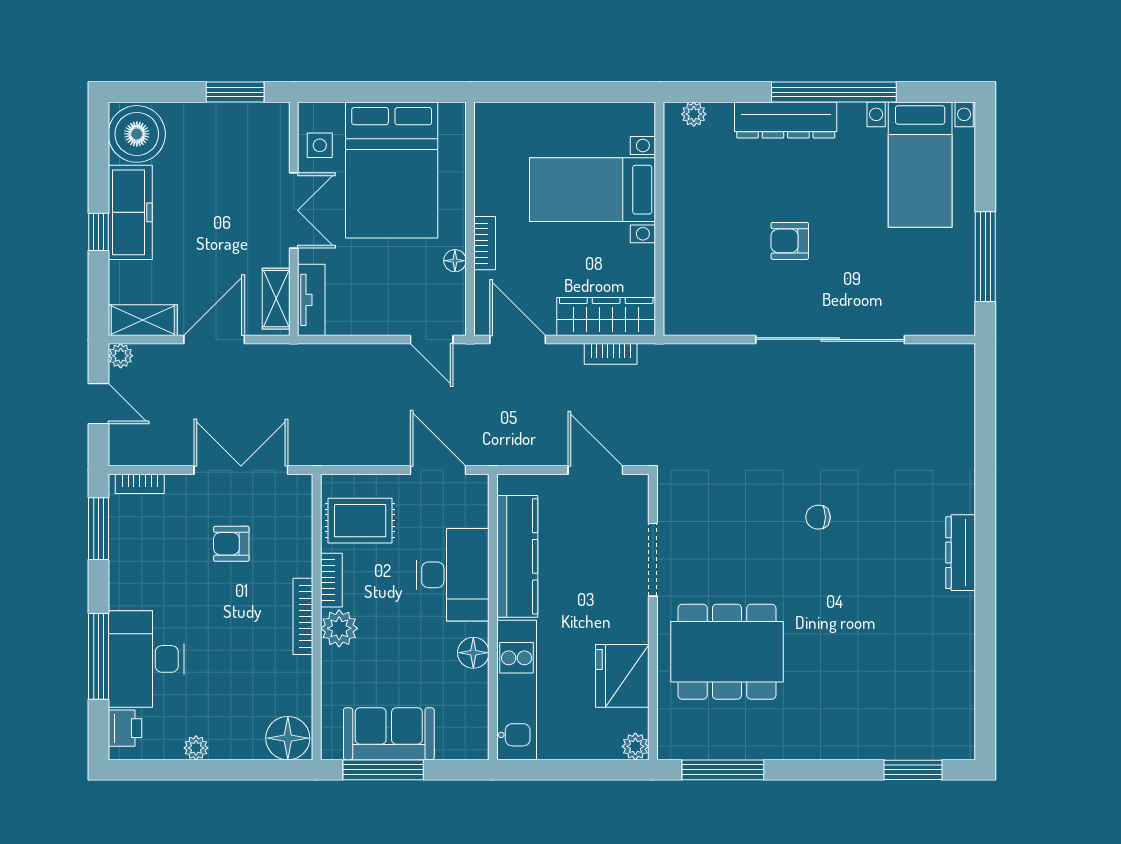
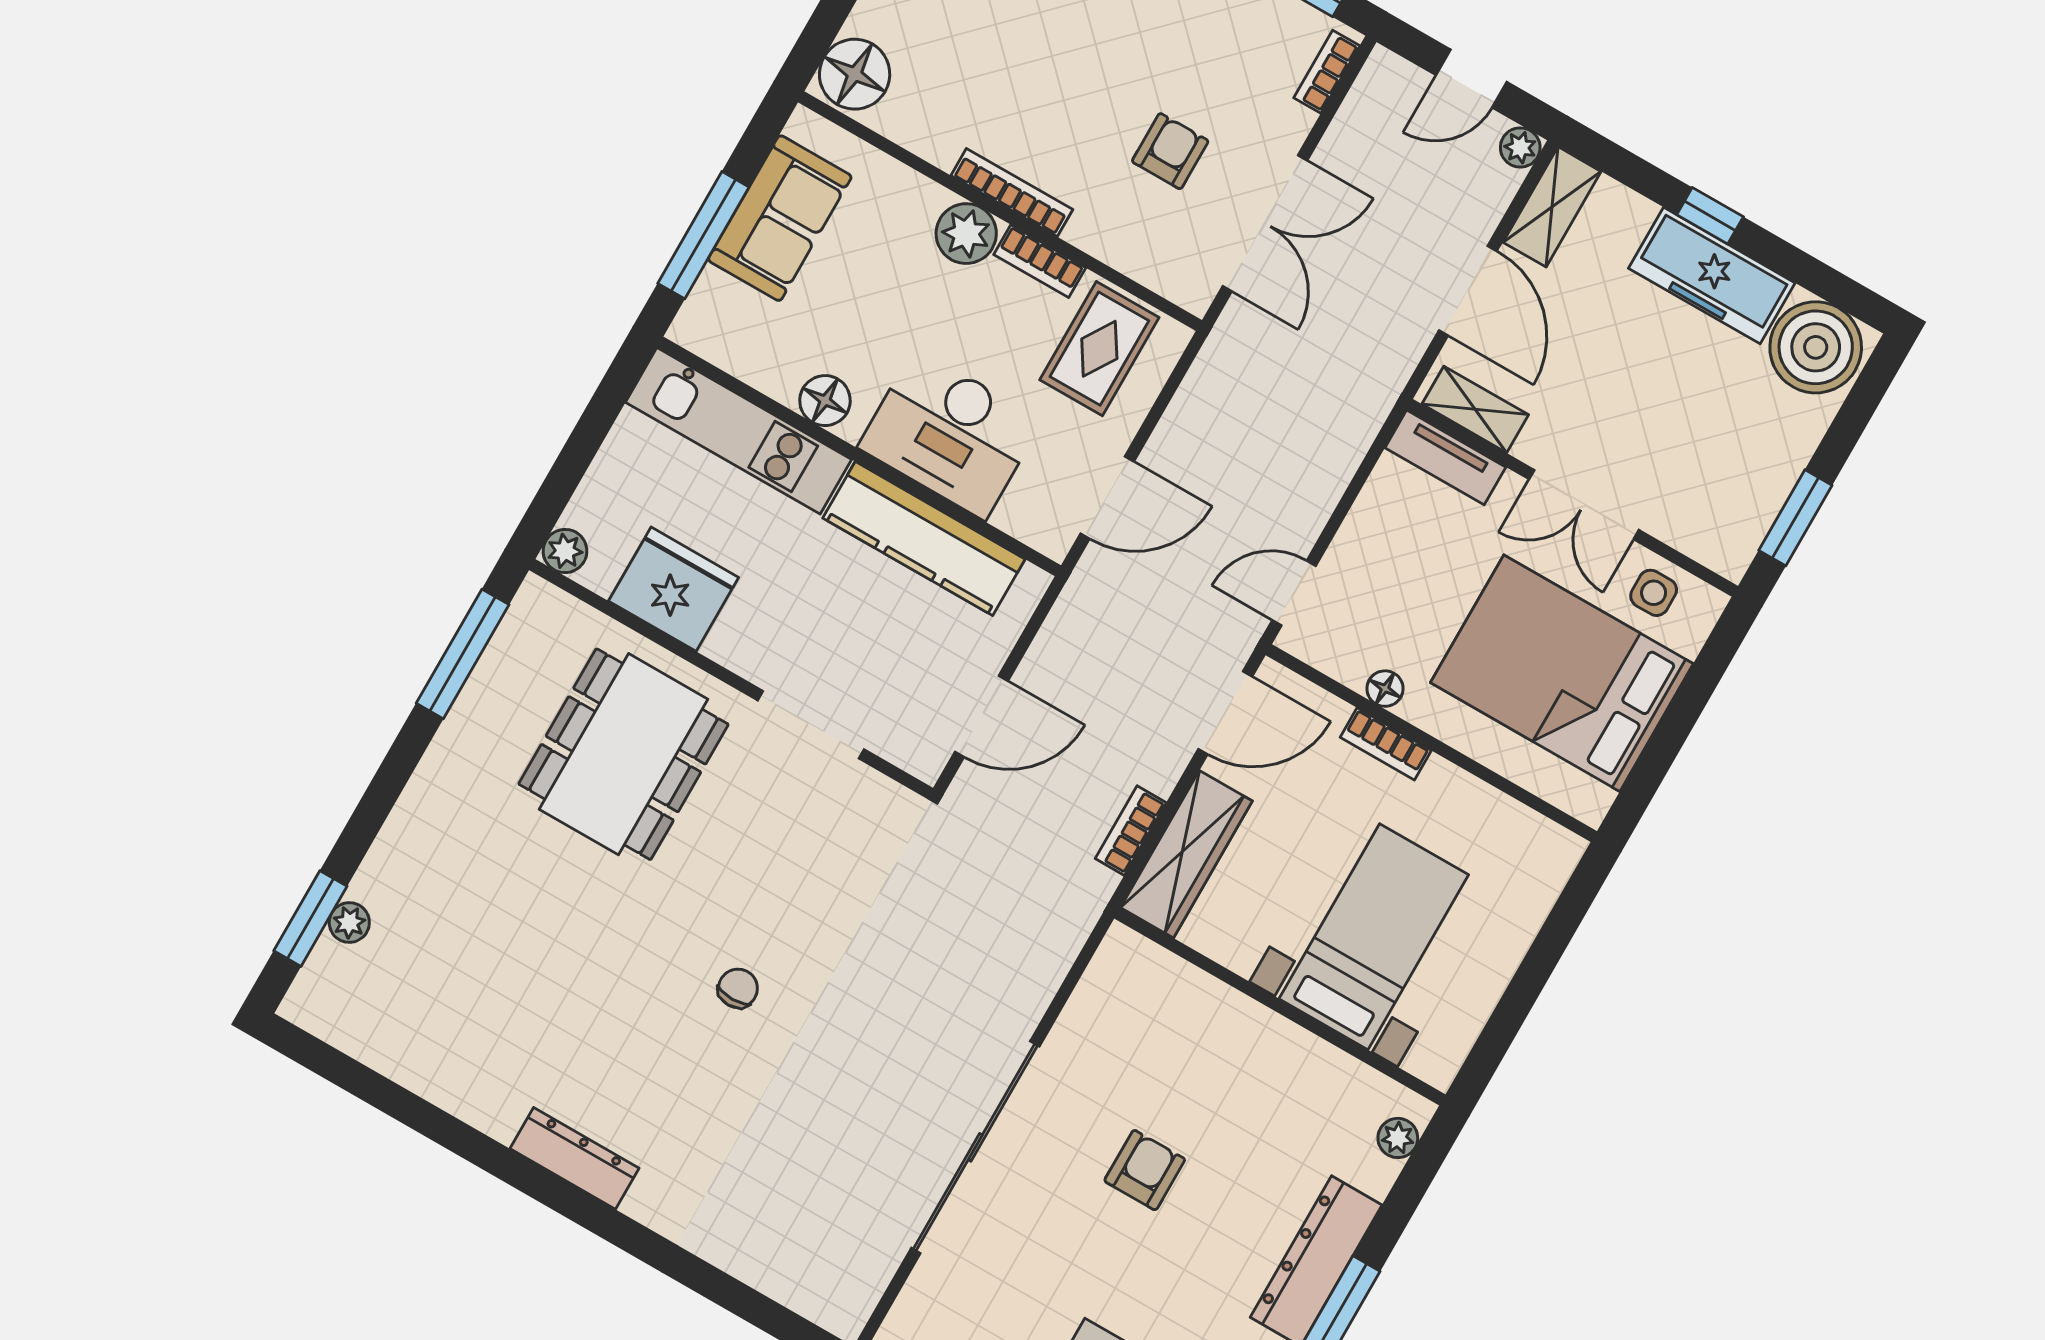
plant: (903, 748) -> (349, 923), added
window: (383, 770) -> (703, 235), moved

